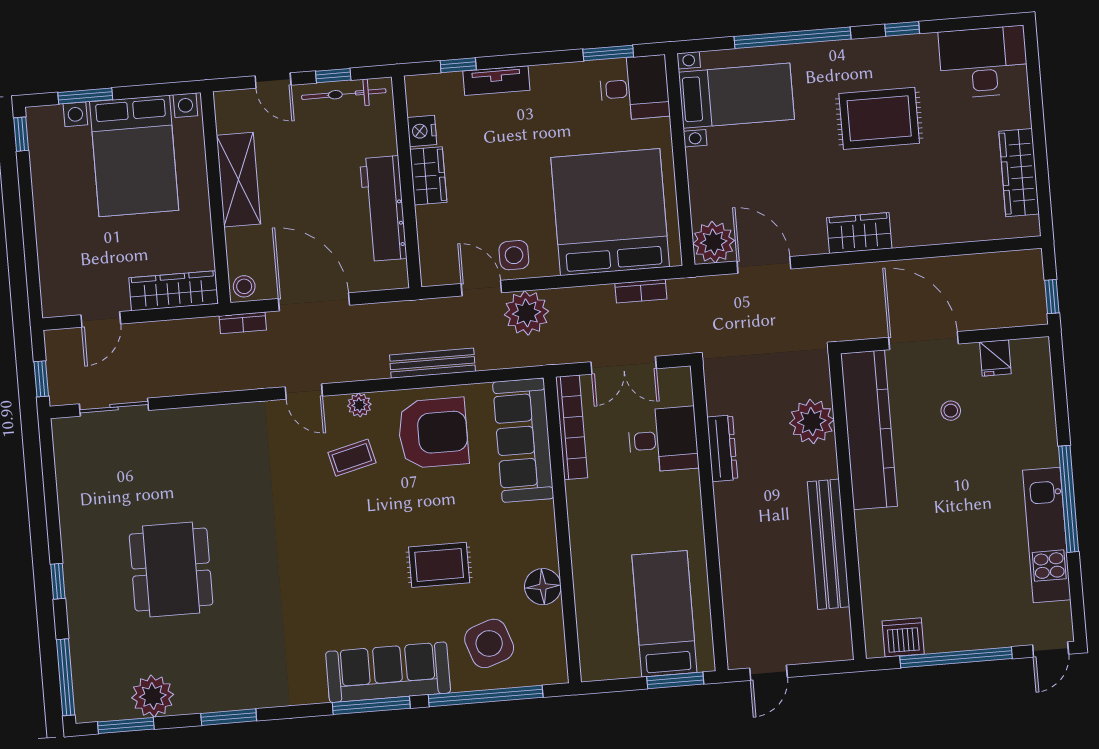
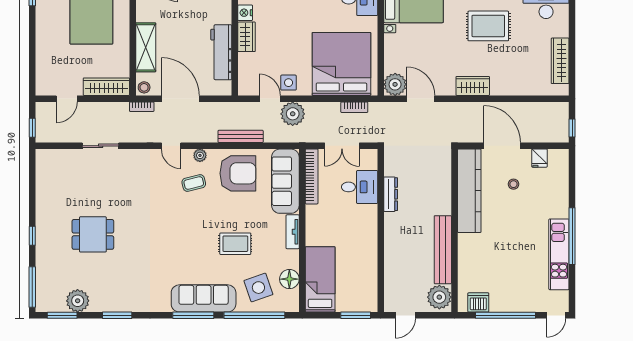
shelving: (239, 180) -> (146, 47), moved
sliding door: (114, 407) -> (101, 146), moved
plant: (812, 422) -> (439, 297), moved
tv unit: (544, 534) -> (293, 232), added
dining table: (171, 569) -> (93, 234), width x0.73
floor lamp: (543, 587) -> (289, 279), moved
bed: (664, 614) -> (320, 279), moved

